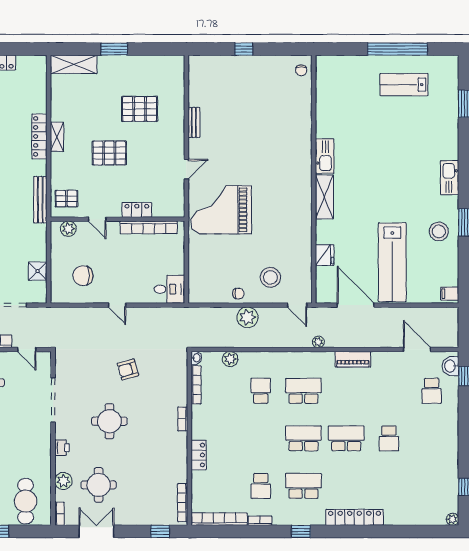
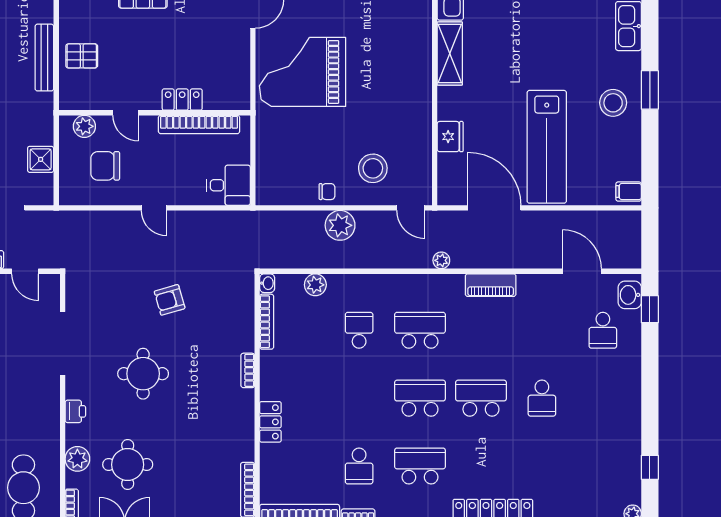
locker: (137, 210) -> (182, 100), moved
door: (97, 219) -> (126, 113), moved
wall: (117, 219) -> (155, 113), moved
bookcase: (149, 227) -> (199, 124), moved
plant: (68, 229) -> (84, 126), moved

